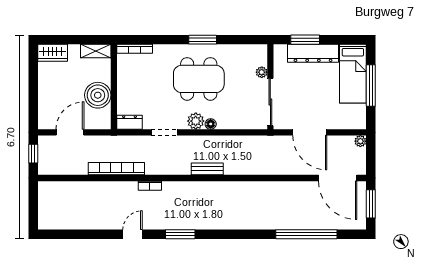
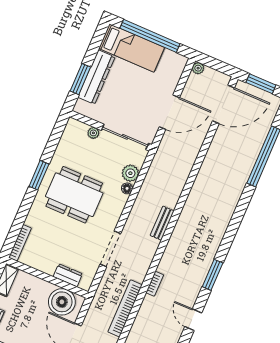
dining table: (199, 79) -> (74, 195), turned 90
window: (371, 85) -> (150, 36), width x1.46
boiler: (98, 95) -> (62, 302), moved
plant: (196, 121) -> (130, 173), moved
dresser: (129, 122) -> (68, 275), moved, turned 90
floor lamp: (211, 124) -> (127, 188), moved
doorway: (164, 132) -> (110, 249), width x1.38

